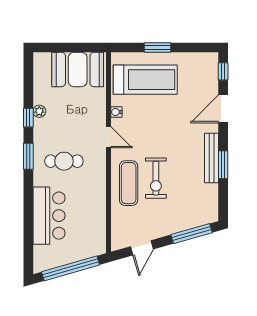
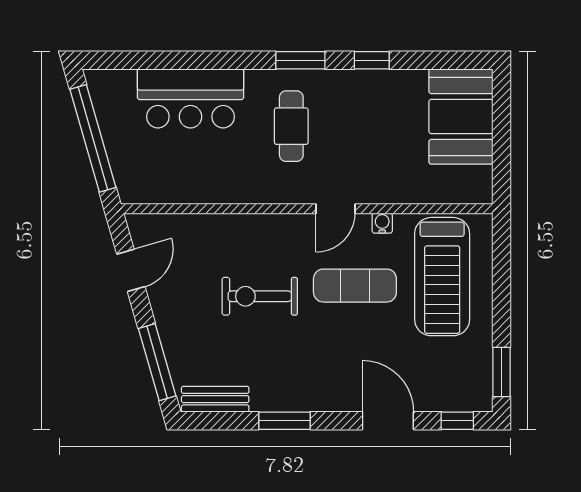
window: (158, 48) -> (502, 372), moved
booth: (78, 69) -> (461, 117), moved
plant: (39, 111) -> (384, 80), removed
bench: (211, 158) -> (215, 399), moved, width x0.73
exercise mat: (129, 183) -> (355, 286), moved
door: (142, 248) -> (131, 270), swing flipped

